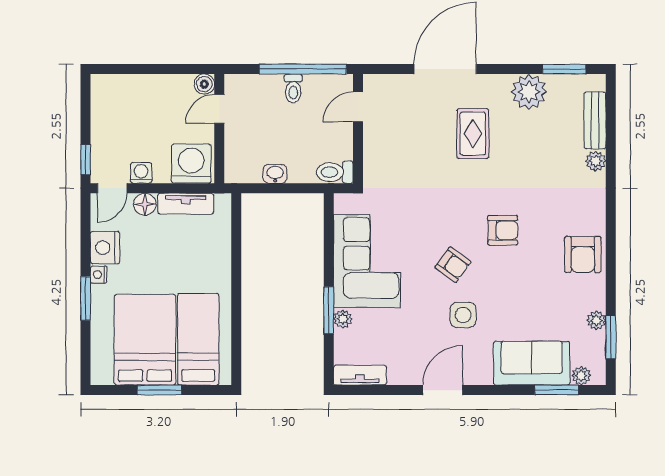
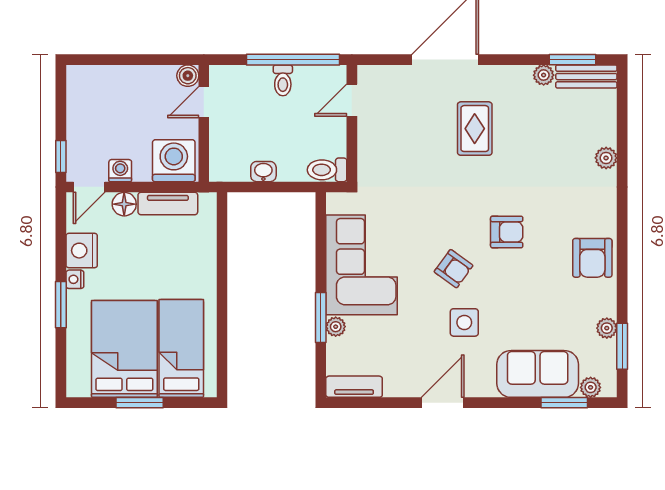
plant: (529, 92) -> (544, 75), width x0.53, depth x0.53
bench: (595, 120) -> (586, 77), moved, turned 90

